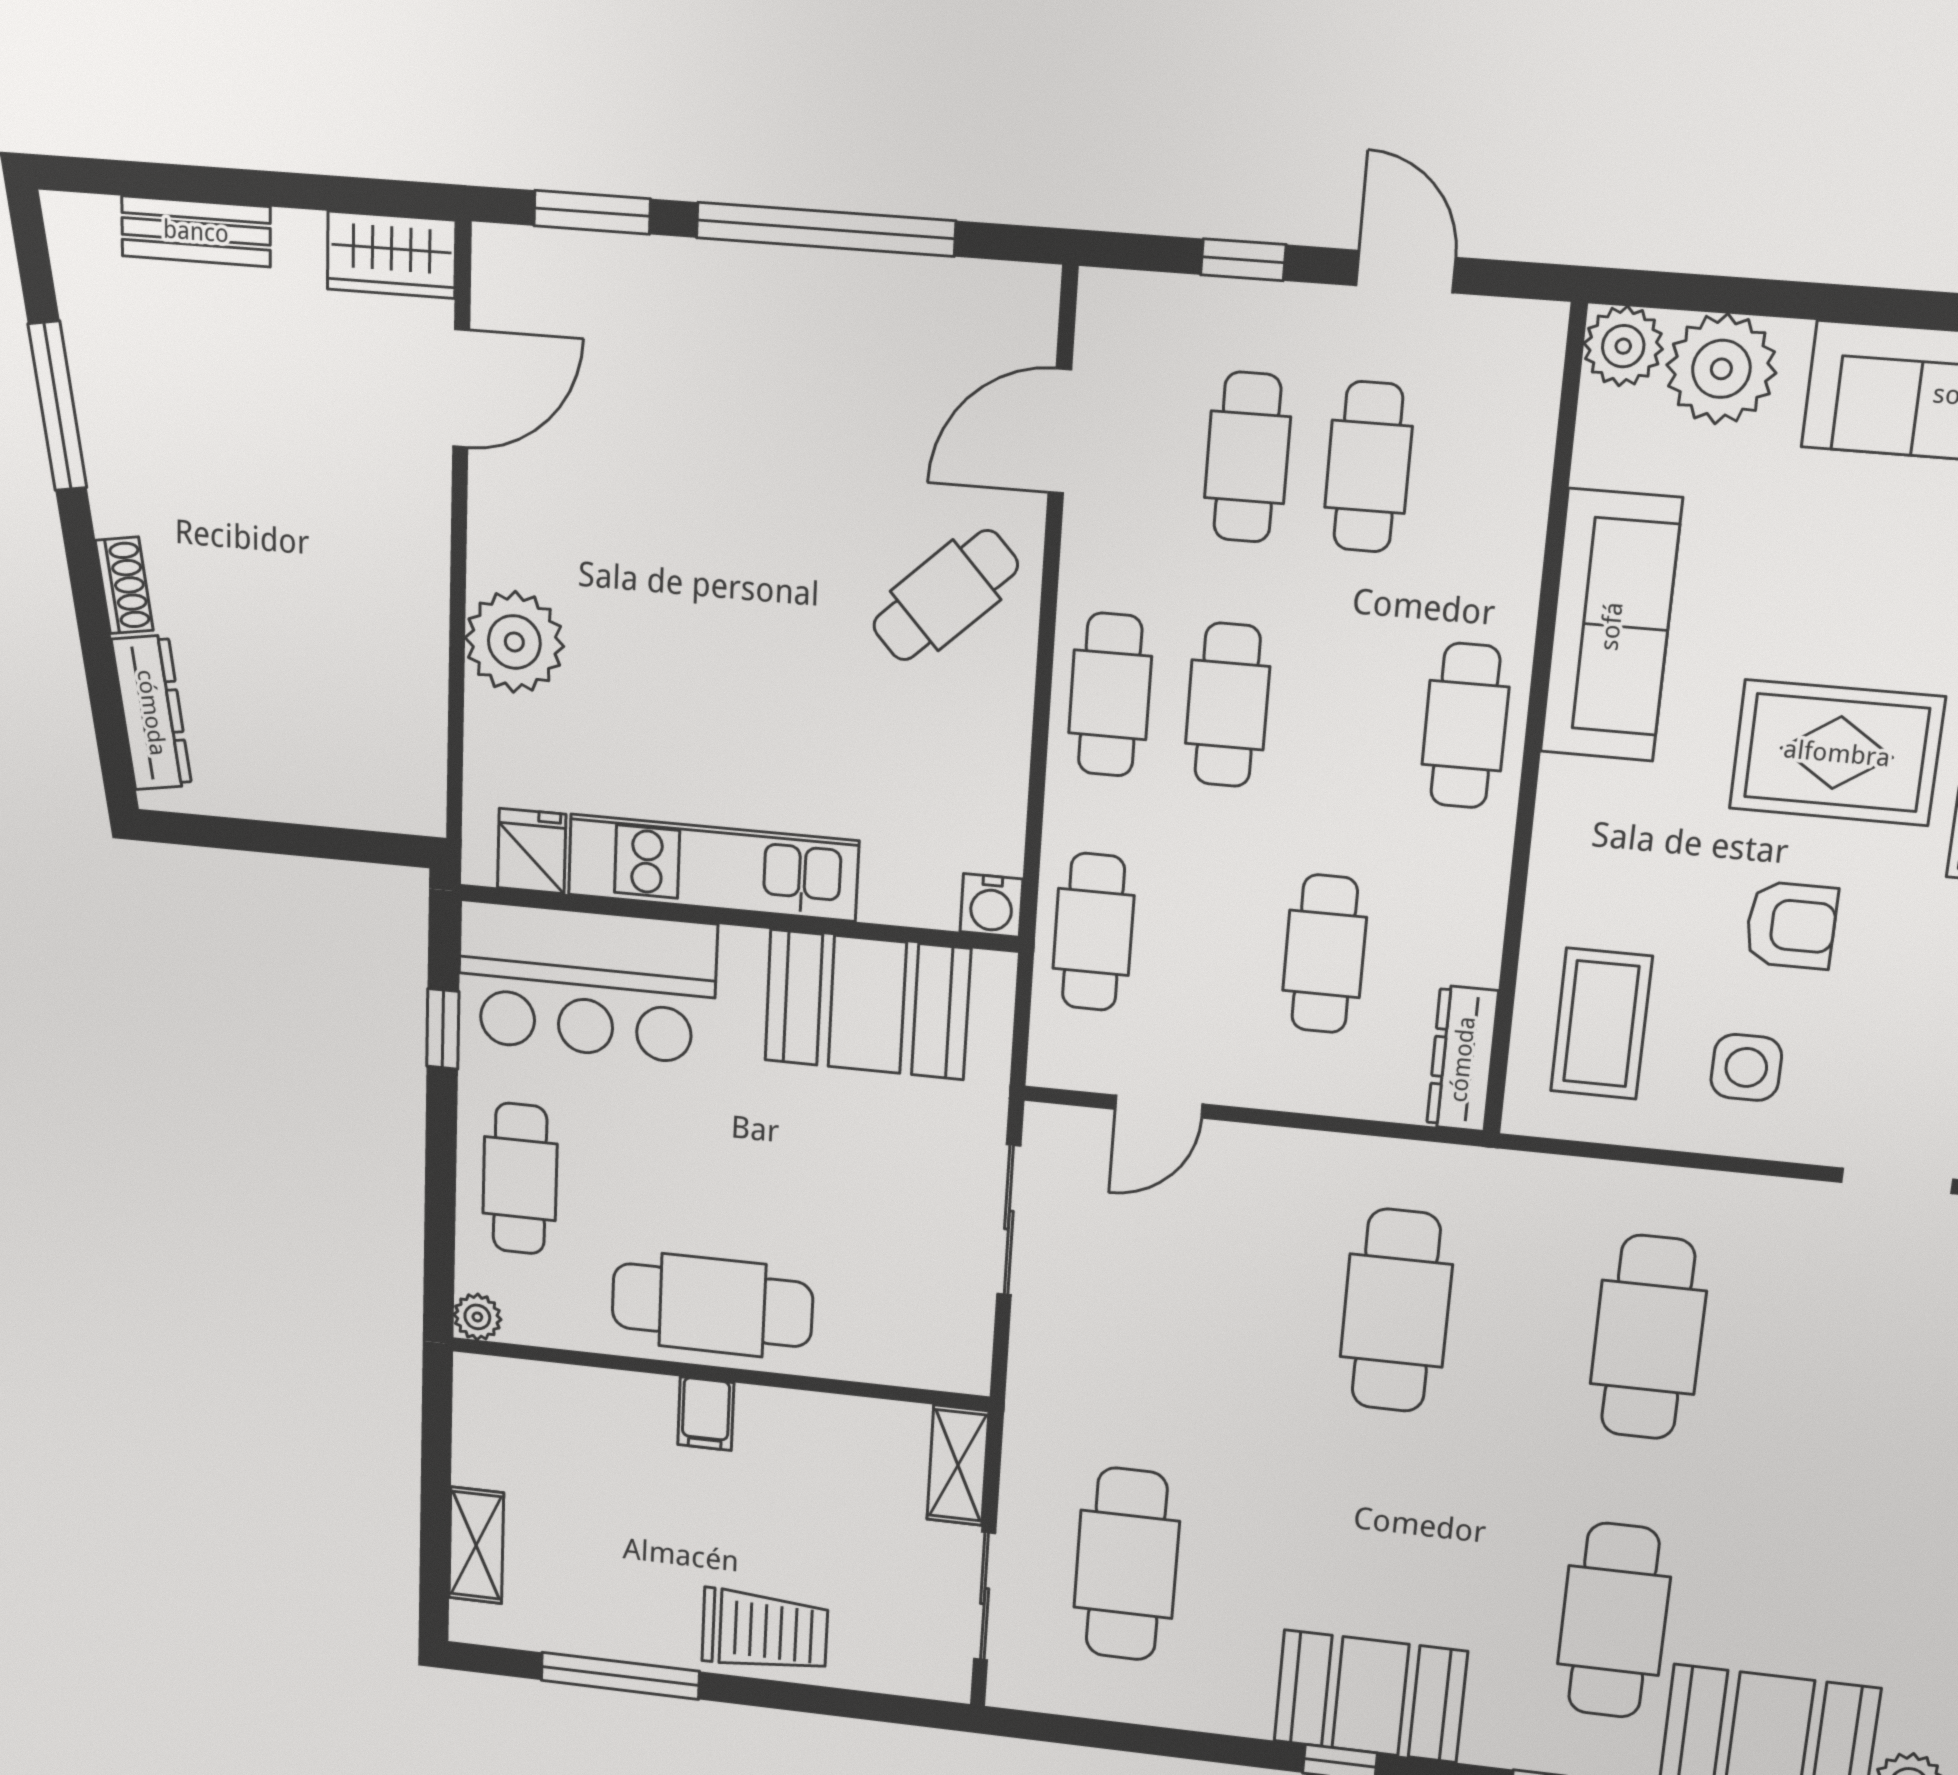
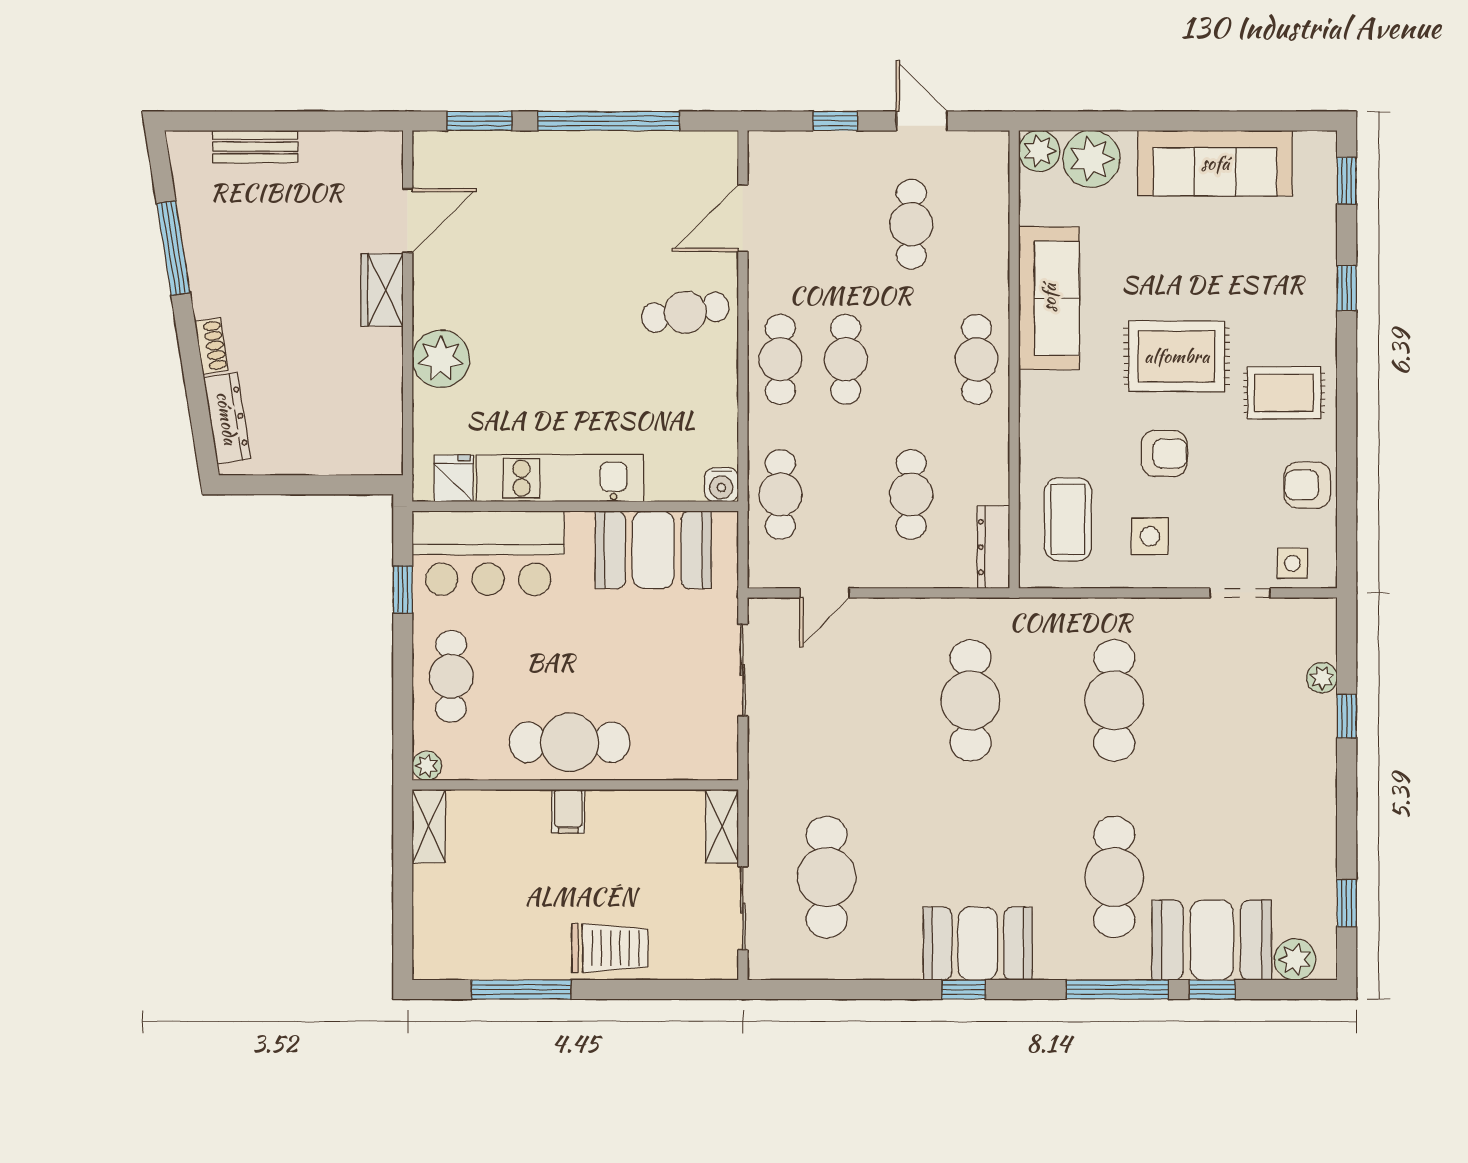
wardrobe: (391, 255) -> (382, 290), moved, turned 90
cafe table: (1247, 457) -> (846, 224), removed
cafe table: (945, 595) -> (685, 312), turned 33
shelving: (476, 1545) -> (429, 826), moved

